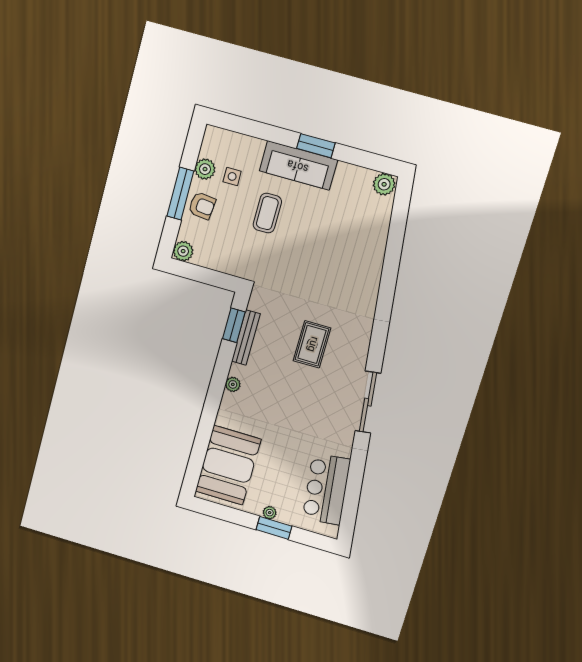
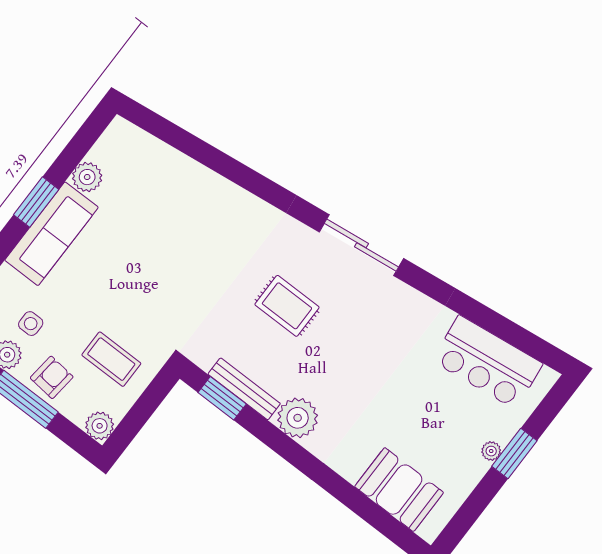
plant: (384, 184) -> (87, 177), moved
coffee table: (267, 213) -> (111, 359), moved
plant: (233, 384) -> (298, 418), width x1.87, depth x1.87
sliding door: (368, 402) -> (361, 245), moved
booth: (228, 465) -> (399, 490), width x0.73, depth x0.70

